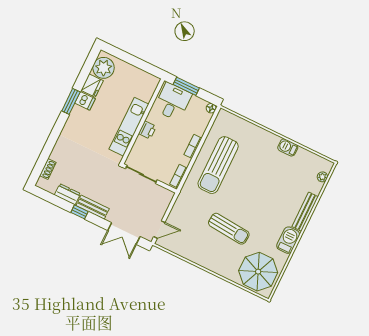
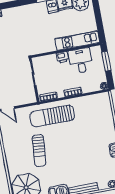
desk: (173, 102) -> (81, 61), moved, turned -90
kitchen unit: (129, 127) -> (77, 41), moved
sun lounger: (218, 165) -> (52, 116), moved

